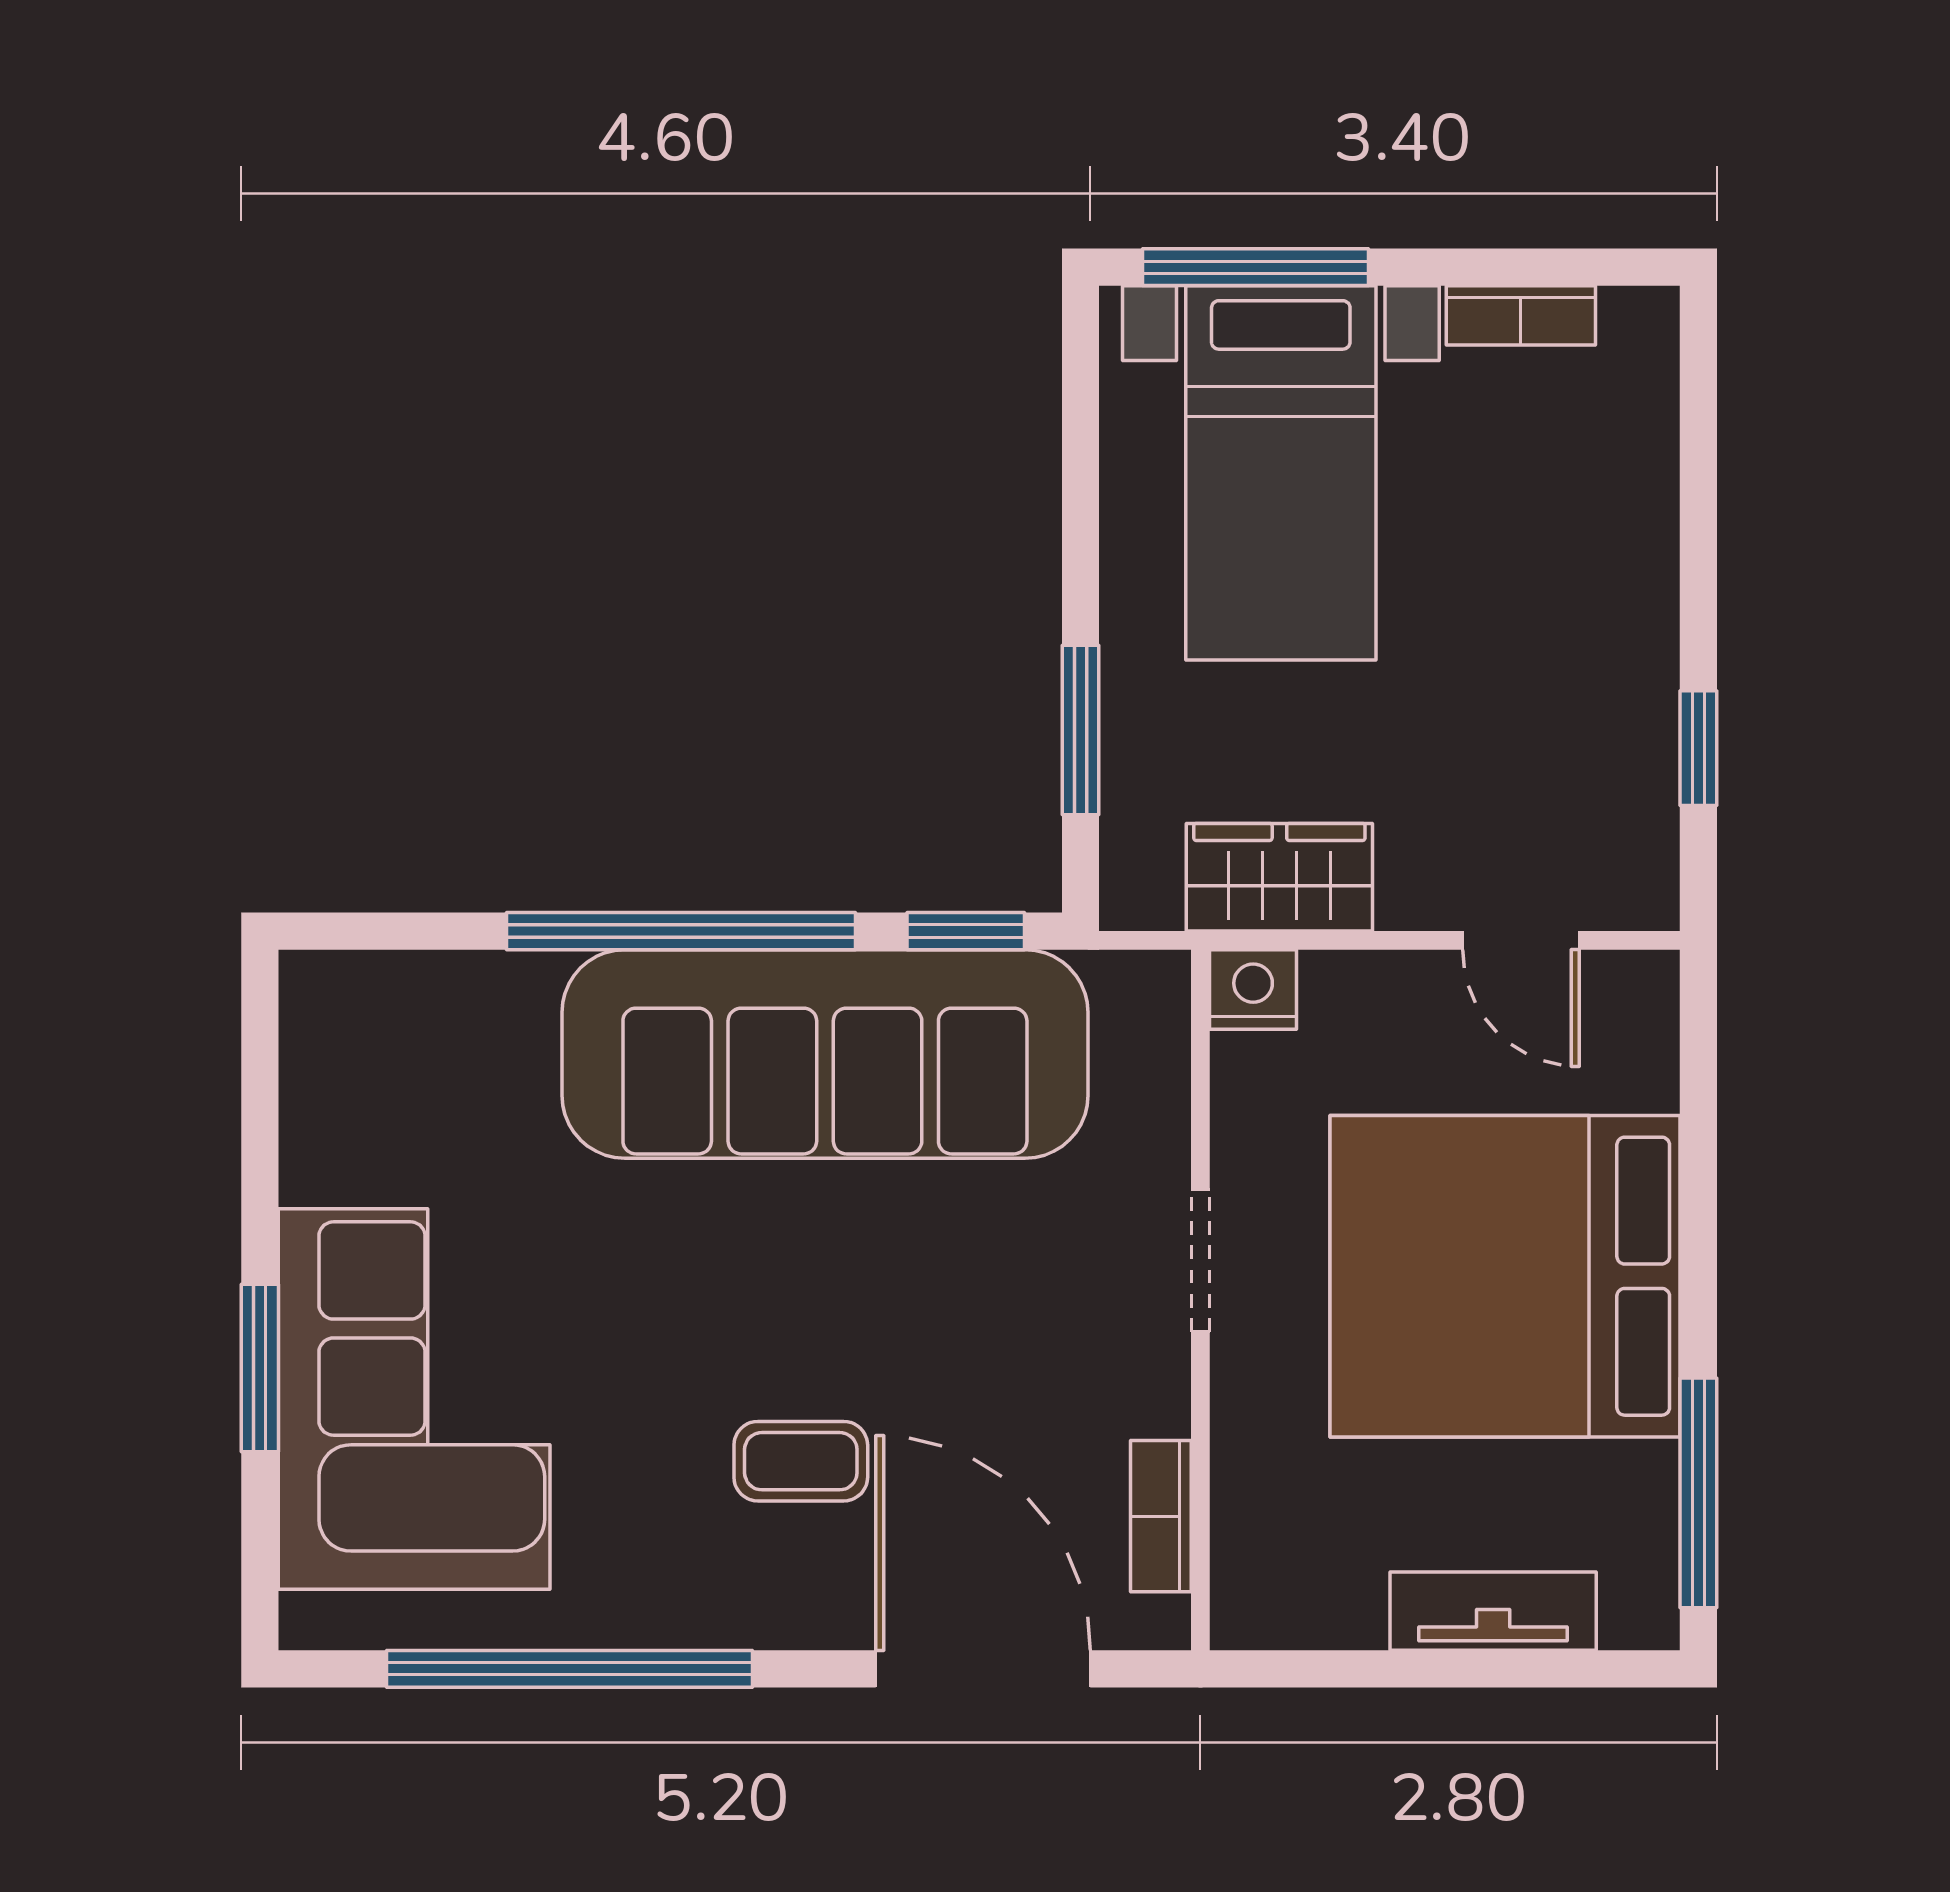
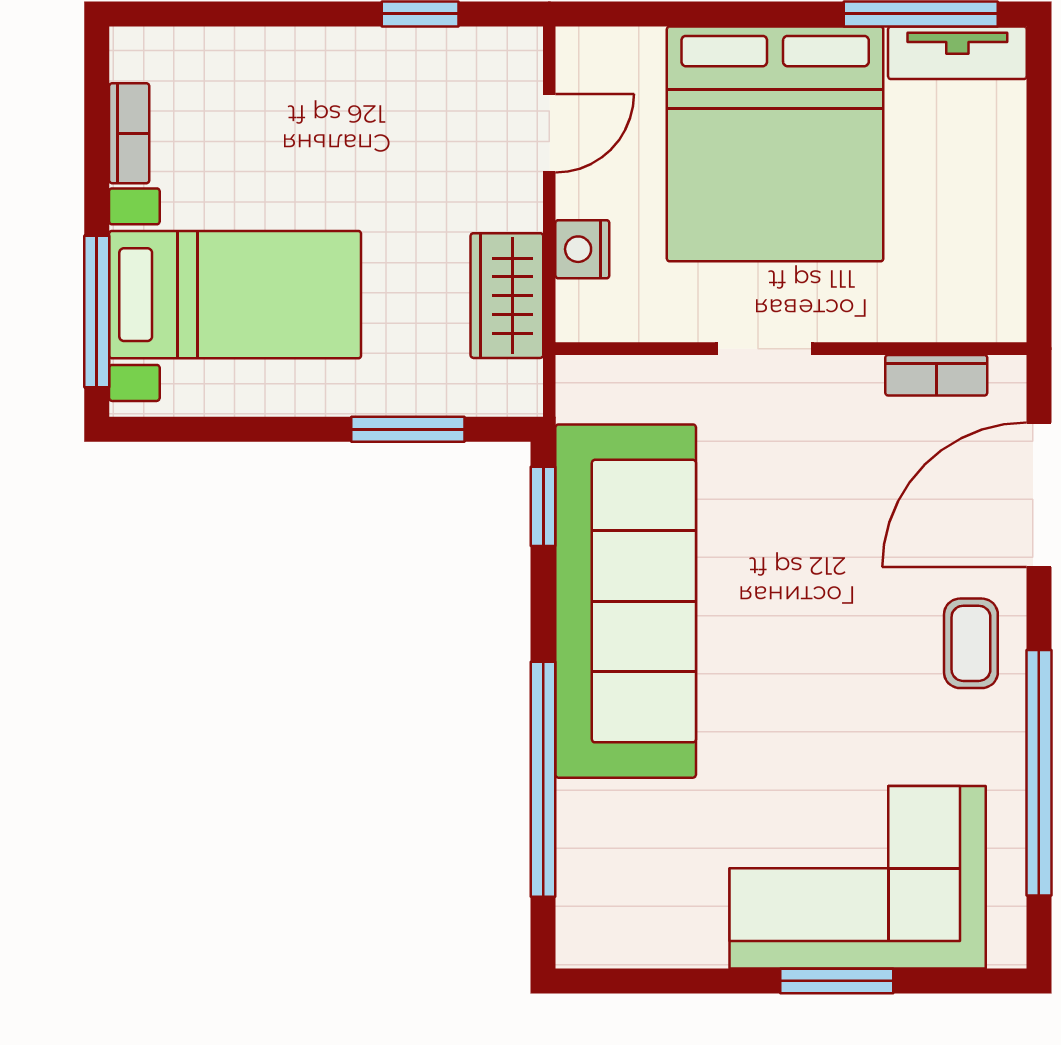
window: (681, 931) -> (543, 779), moved
nightstand: (1253, 990) -> (582, 249), moved
coffee table: (801, 1461) -> (971, 643), moved
tv unit: (1493, 1611) -> (957, 53), moved, turned -90

